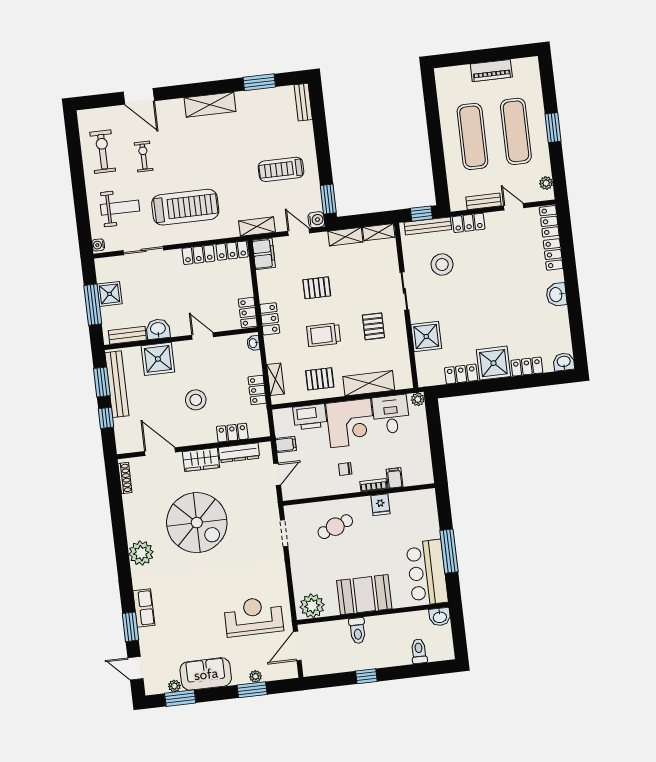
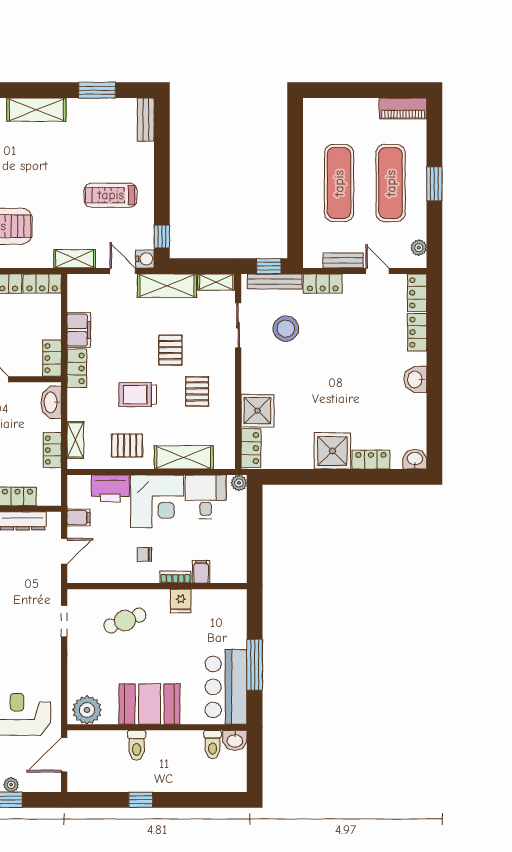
piano: (491, 71) -> (403, 108), moved
window: (328, 199) -> (162, 236), width x0.67
shelving: (345, 237) -> (167, 286), width x1.50, depth x1.33
filing cabinet: (264, 254) -> (79, 330), moved
pallet: (317, 288) -> (170, 350), moved, turned 90
sliding door: (404, 291) -> (238, 325), moved
washbasin: (253, 343) -> (51, 402), width x1.91, depth x1.45
locker: (461, 374) -> (251, 448), moved, turned 90
toilet: (419, 651) -> (213, 745), moved, turned 180

